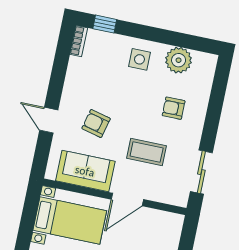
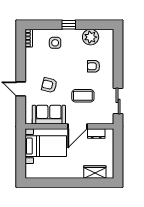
window: (105, 24) -> (69, 25), moved
side table: (139, 59) -> (55, 43), moved
dresser: (155, 217) -> (96, 133), added

